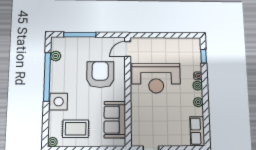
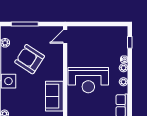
armchair: (100, 75) -> (30, 59), moved, turned -57
reception desk: (156, 78) -> (88, 80), moved
rug: (76, 129) -> (23, 103), removed

